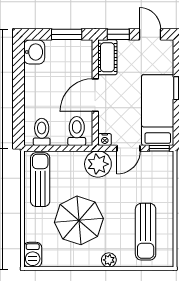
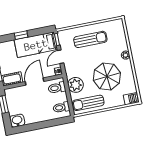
door: (95, 95) -> (35, 81), swing flipped
door: (128, 148) -> (61, 57), swing flipped
plant: (98, 164) -> (76, 85), moved
sun lounger: (146, 232) -> (90, 39), moved

